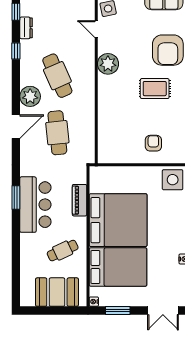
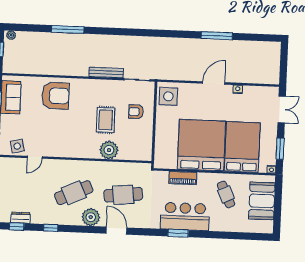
dresser: (26, 28) -> (21, 218), moved
plant: (108, 64) -> (109, 150), moved
rug: (155, 89) -> (106, 120), moved

